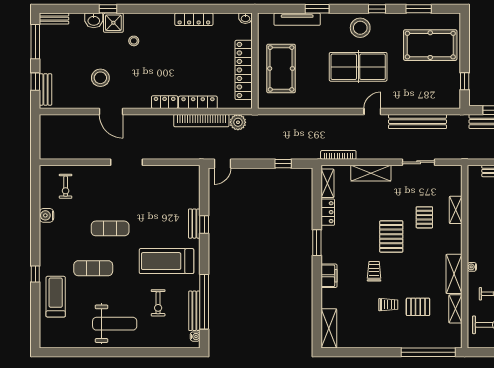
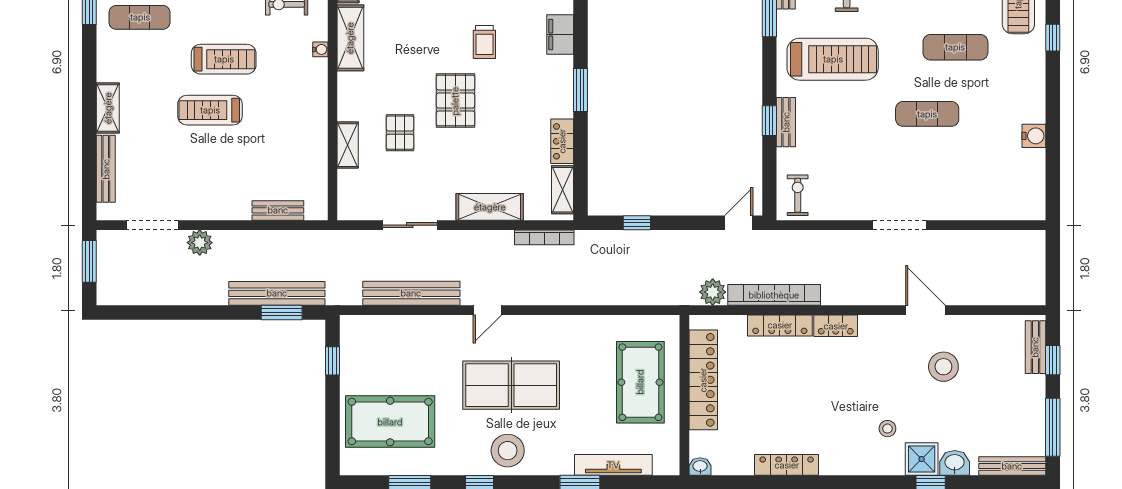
bench: (54, 19) -> (1012, 466), width x1.36
exercise bike: (66, 186) -> (798, 195), moved

